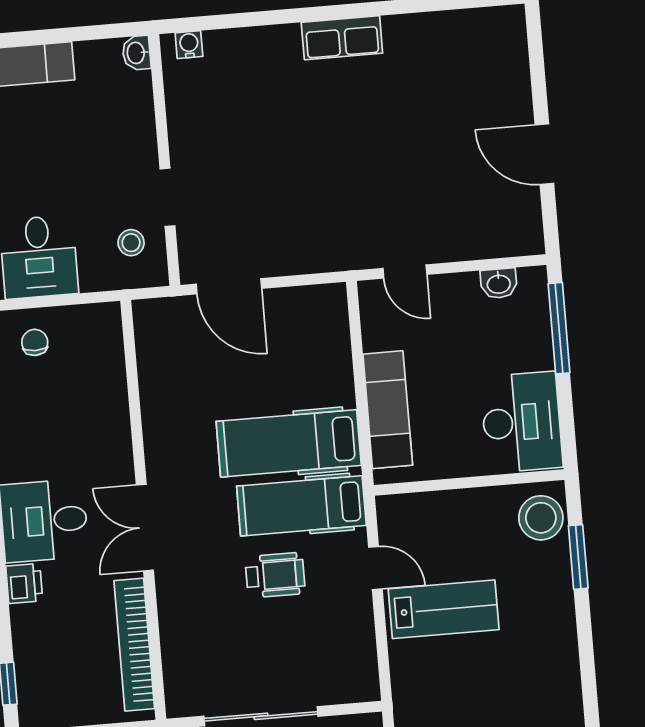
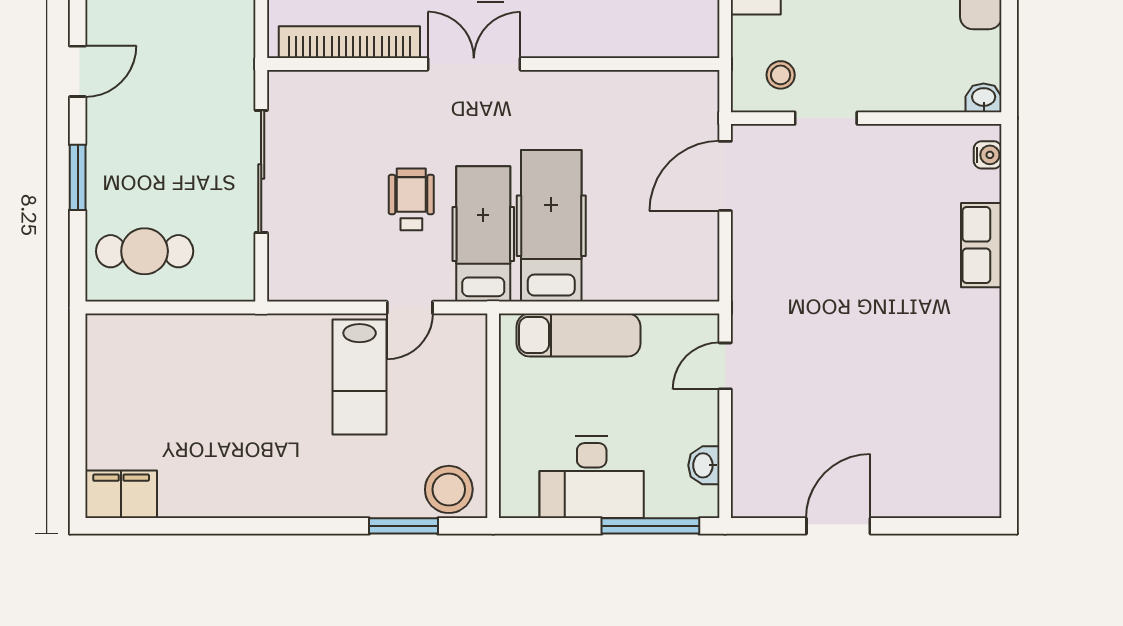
row of seats: (342, 38) -> (981, 245), moved
desk: (522, 422) -> (592, 477), moved
wheelchair: (275, 575) -> (411, 199), turned 180

